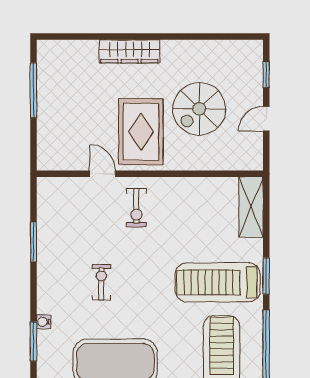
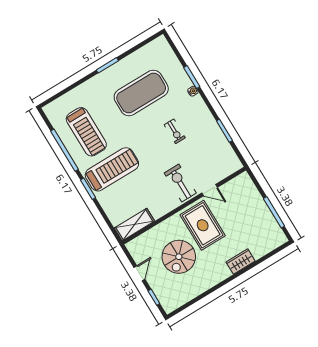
wardrobe: (130, 51) -> (241, 262), width x0.67
spiral stairs: (199, 109) -> (179, 257), turned 180
shelving: (251, 207) -> (134, 225), moved, turned 90
exercise bike: (136, 208) -> (180, 183), width x1.38, depth x1.39

